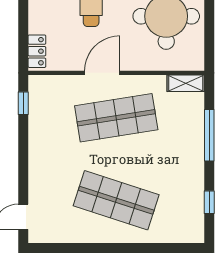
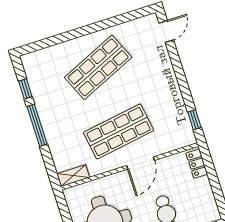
window: (209, 135) -> (37, 125), moved
shop shelf: (116, 200) -> (98, 67), turned -42

